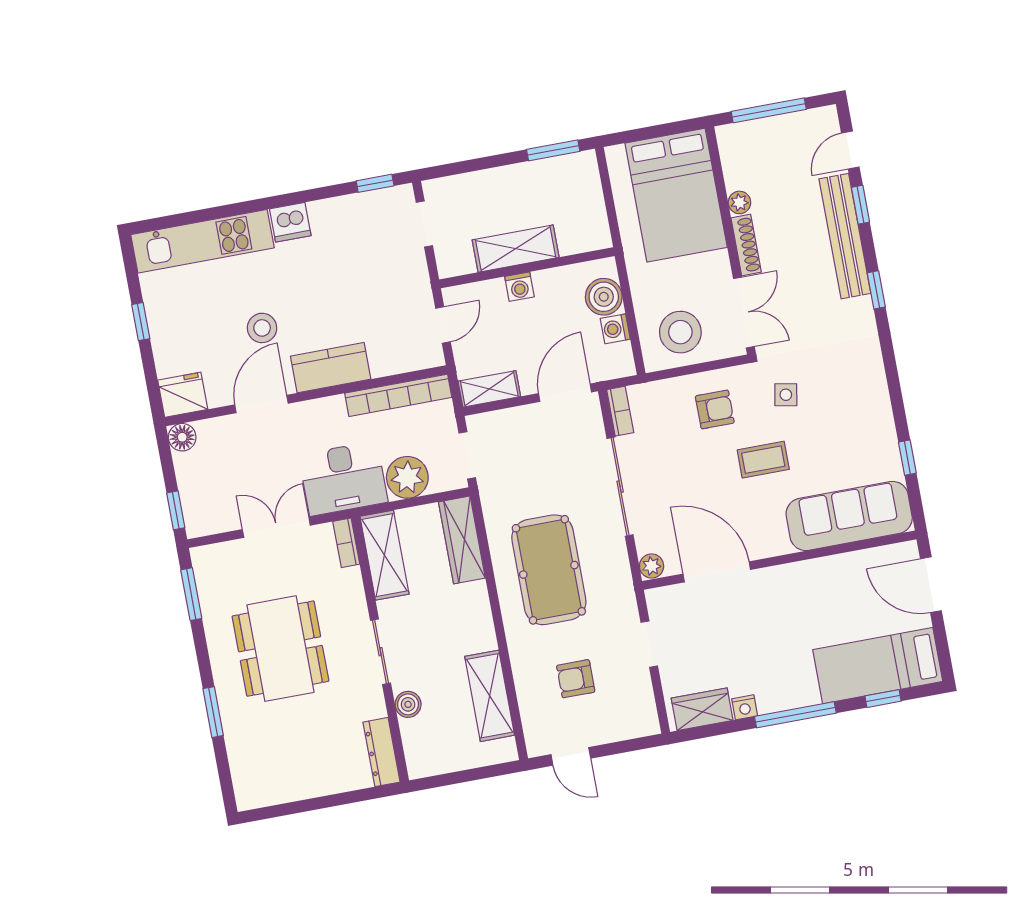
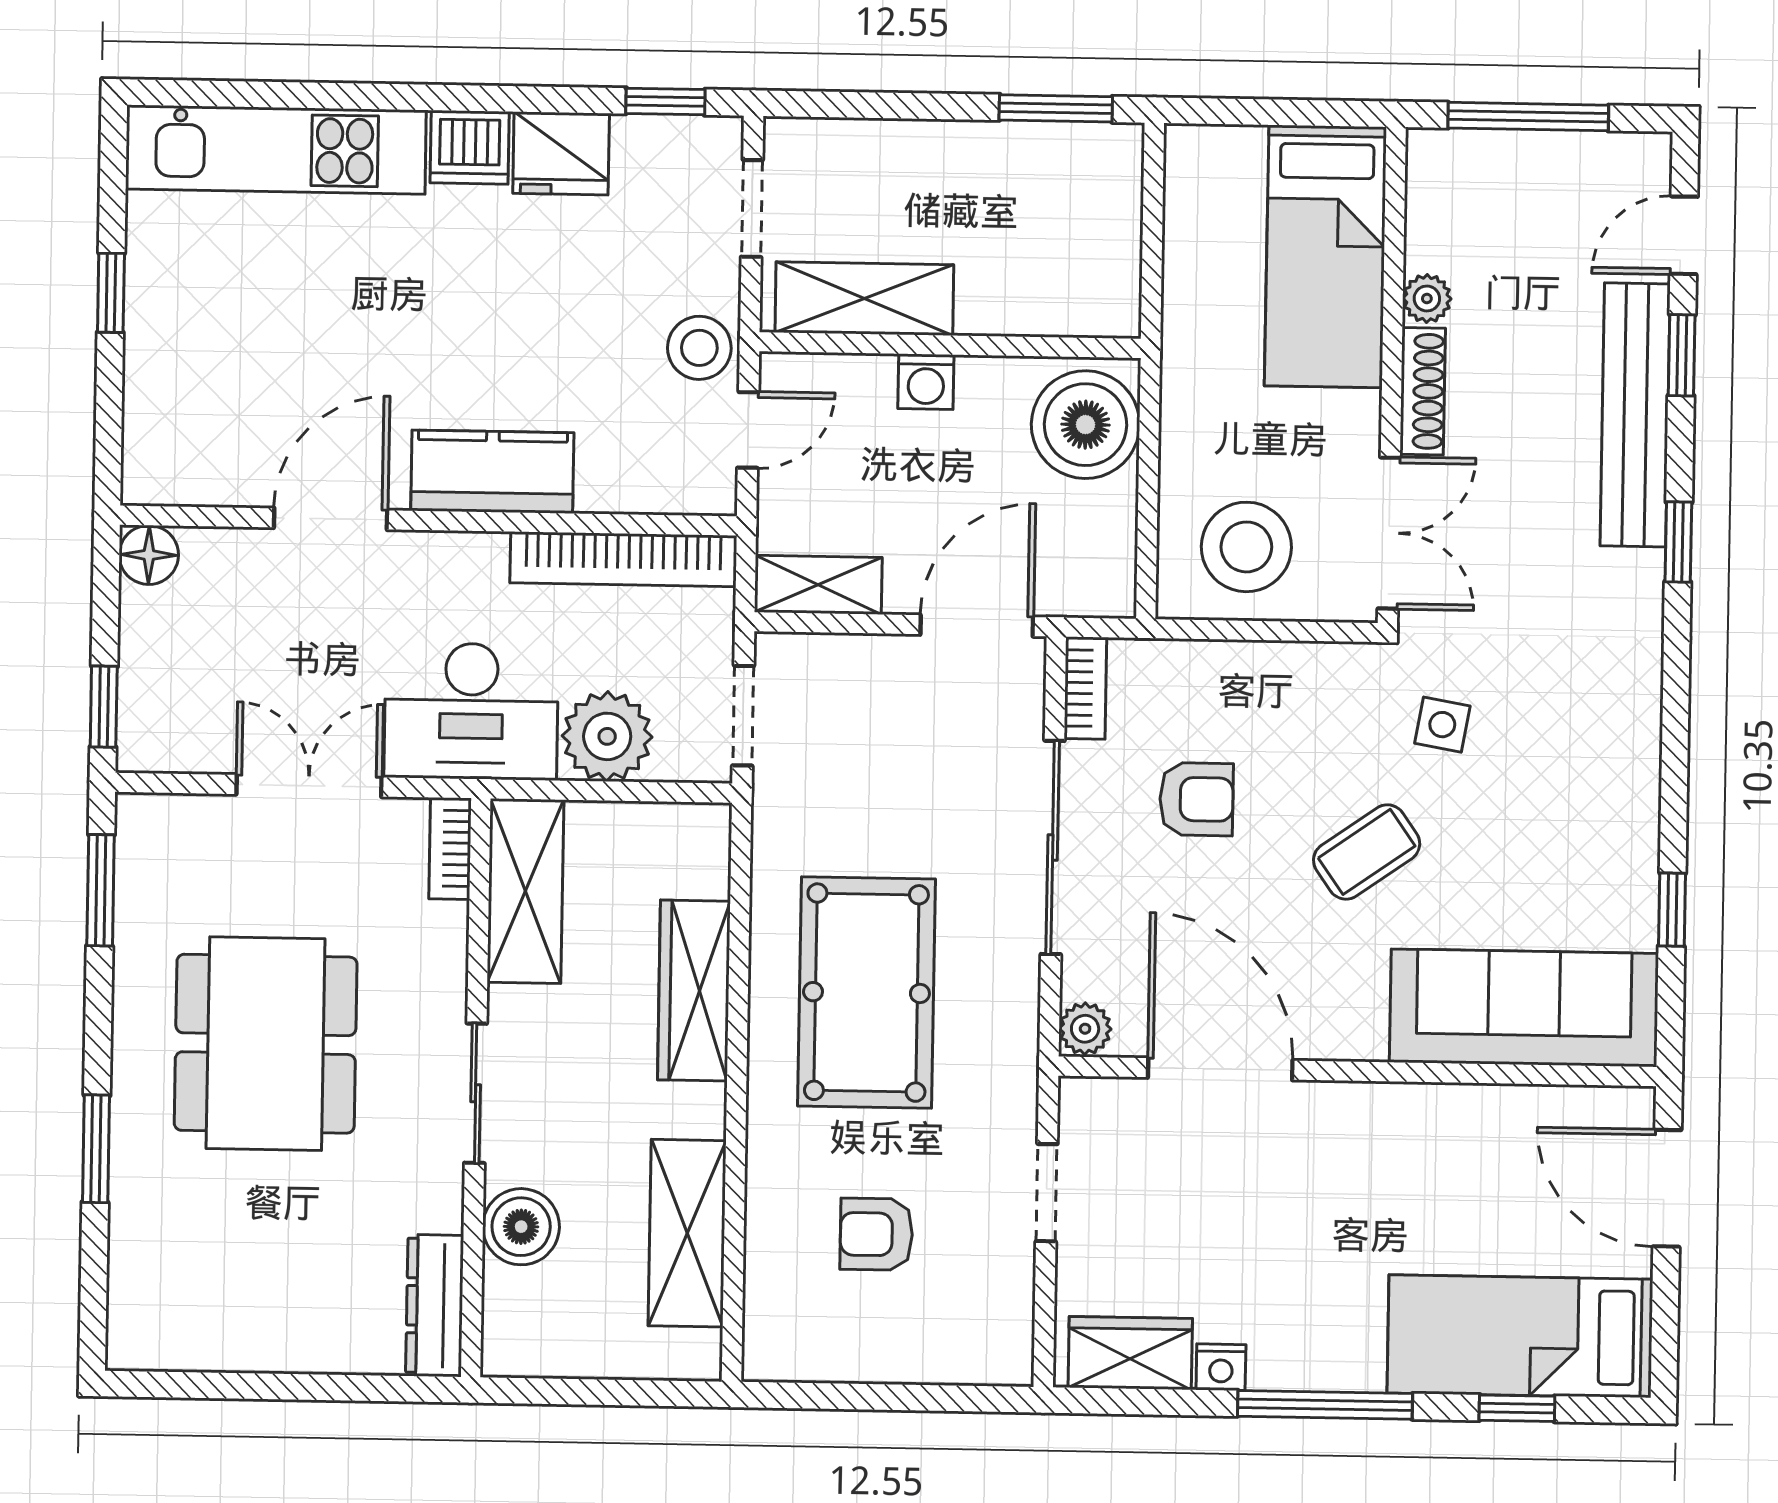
bed: (676, 195) -> (1326, 256), width x0.67
shelving: (516, 249) -> (864, 299), moved
boiler: (604, 297) -> (1085, 425), width x1.37, depth x1.37
stool: (262, 328) -> (699, 348), moved
washing machine: (615, 329) -> (1110, 512), removed
fridge: (183, 395) -> (561, 153), moved, turned 180
armchair: (715, 409) -> (1196, 799), moved
coffee table: (763, 460) -> (1367, 852), turned -35
wardrobe: (462, 540) -> (694, 991), moved
boiler: (408, 704) -> (521, 1227), width x1.36, depth x1.36
door: (571, 756) -> (833, 1396), removed

